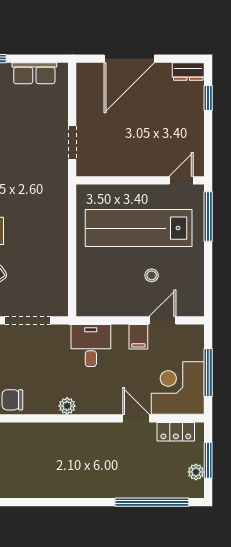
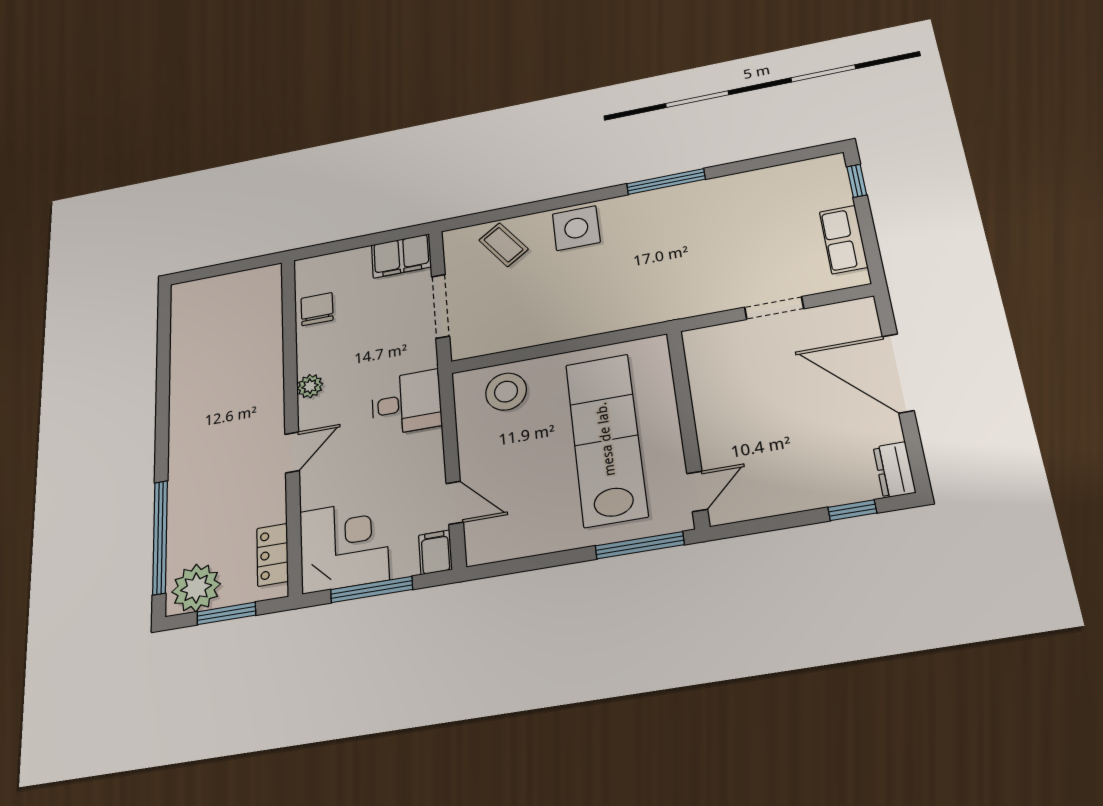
doorway: (72, 142) -> (774, 308), moved
door: (181, 180) -> (697, 491), hinge flipped
stool: (152, 275) -> (506, 392), moved, width x1.89, depth x1.89
filing cabinet: (138, 337) -> (435, 552), moved, turned 90
door: (136, 418) -> (292, 452), moved
plant: (196, 472) -> (196, 588), width x1.88, depth x1.88

